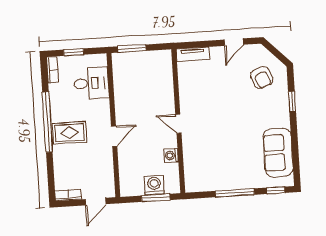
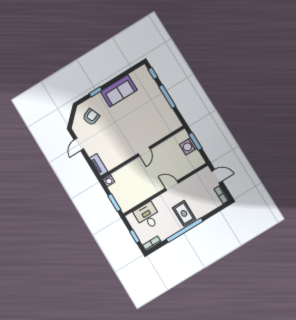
door: (234, 42) -> (79, 144), swing flipped
sofa: (278, 153) -> (119, 91), moved
washing machine: (171, 155) -> (109, 181), moved

